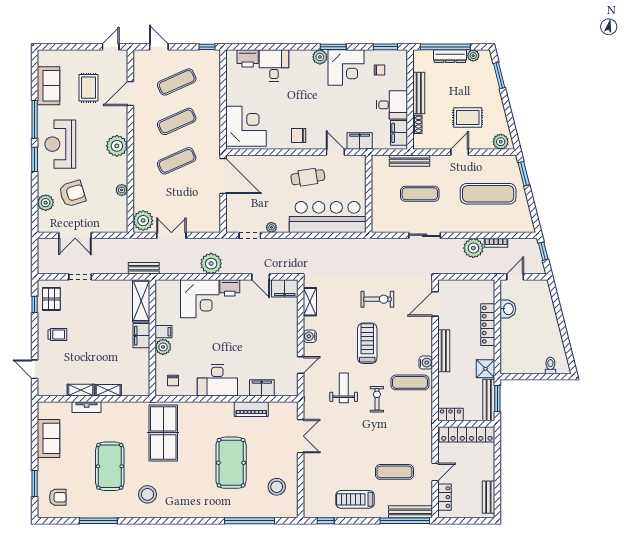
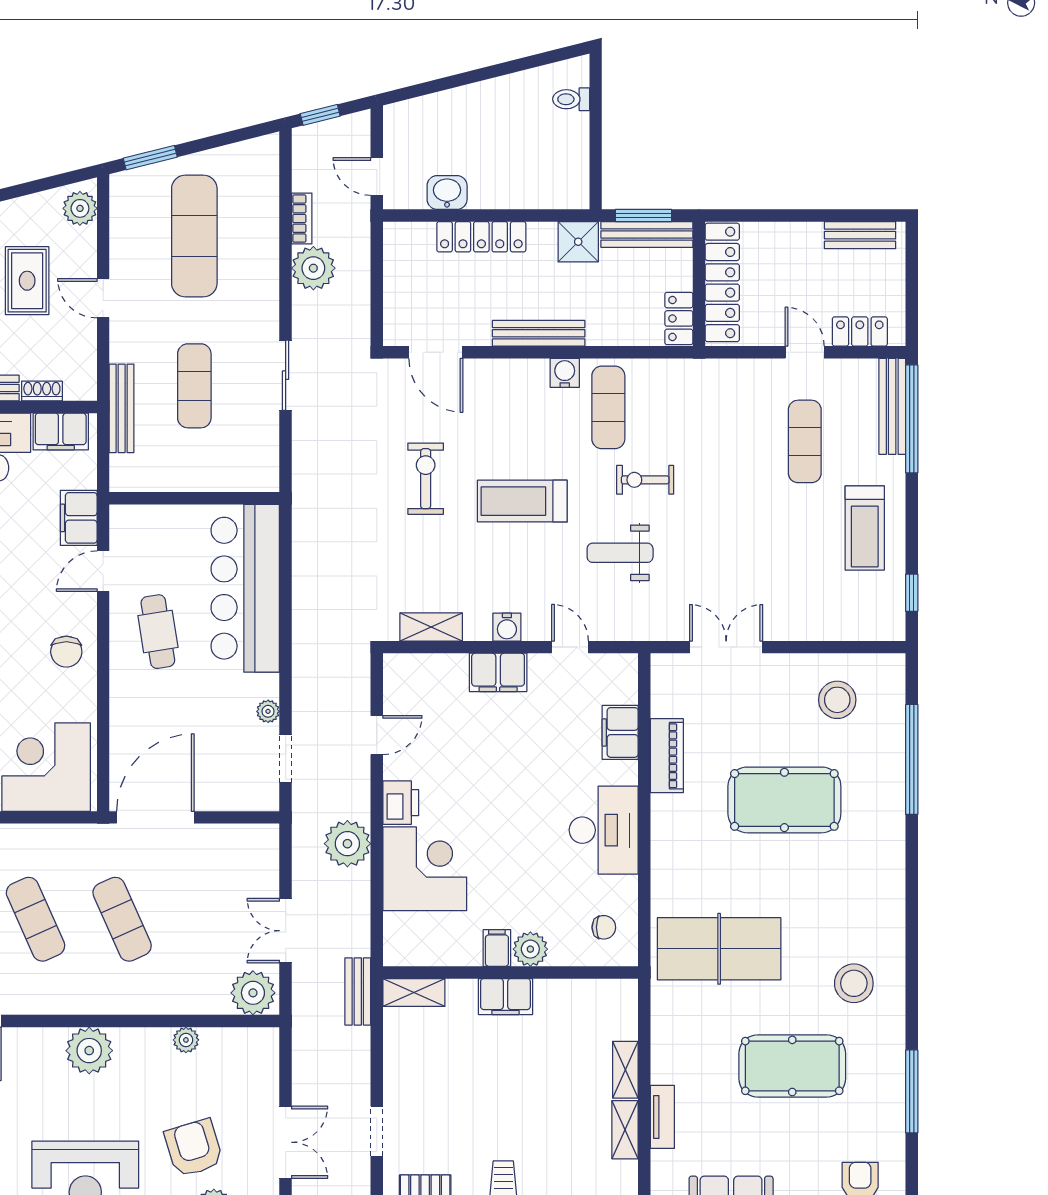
filing cabinet: (285, 288) -> (498, 672), moved, turned 90
shelving: (141, 301) -> (414, 992), width x0.67, depth x0.75

